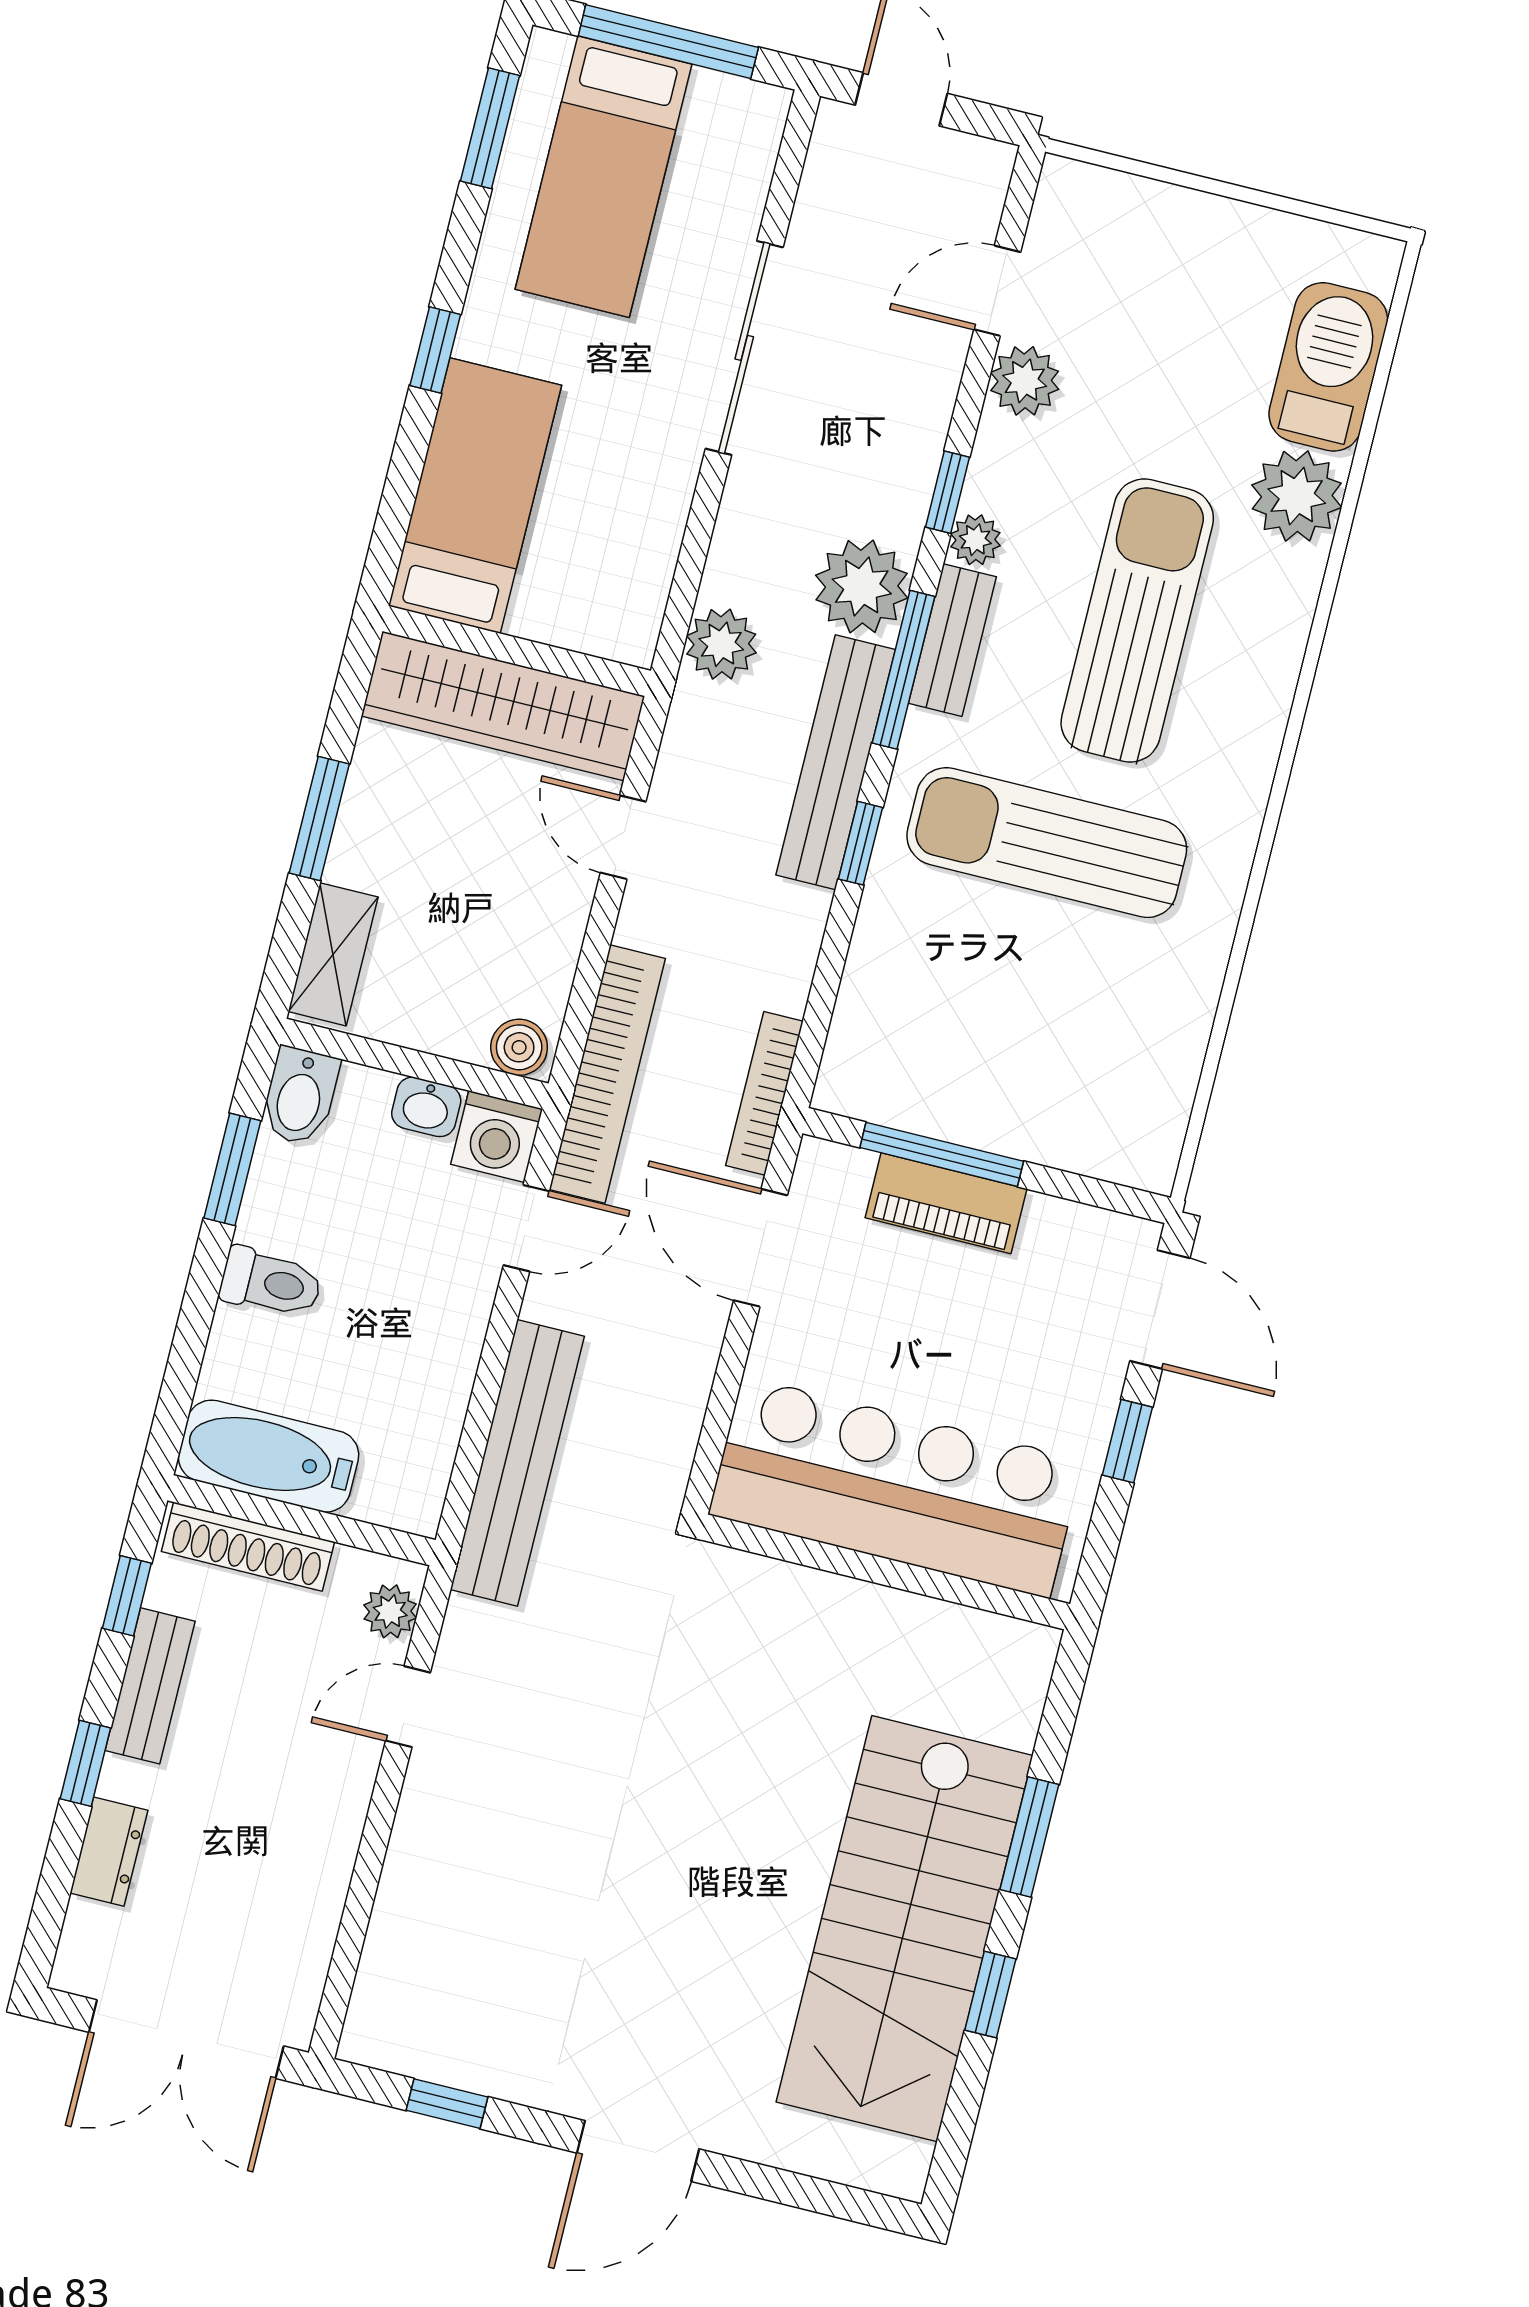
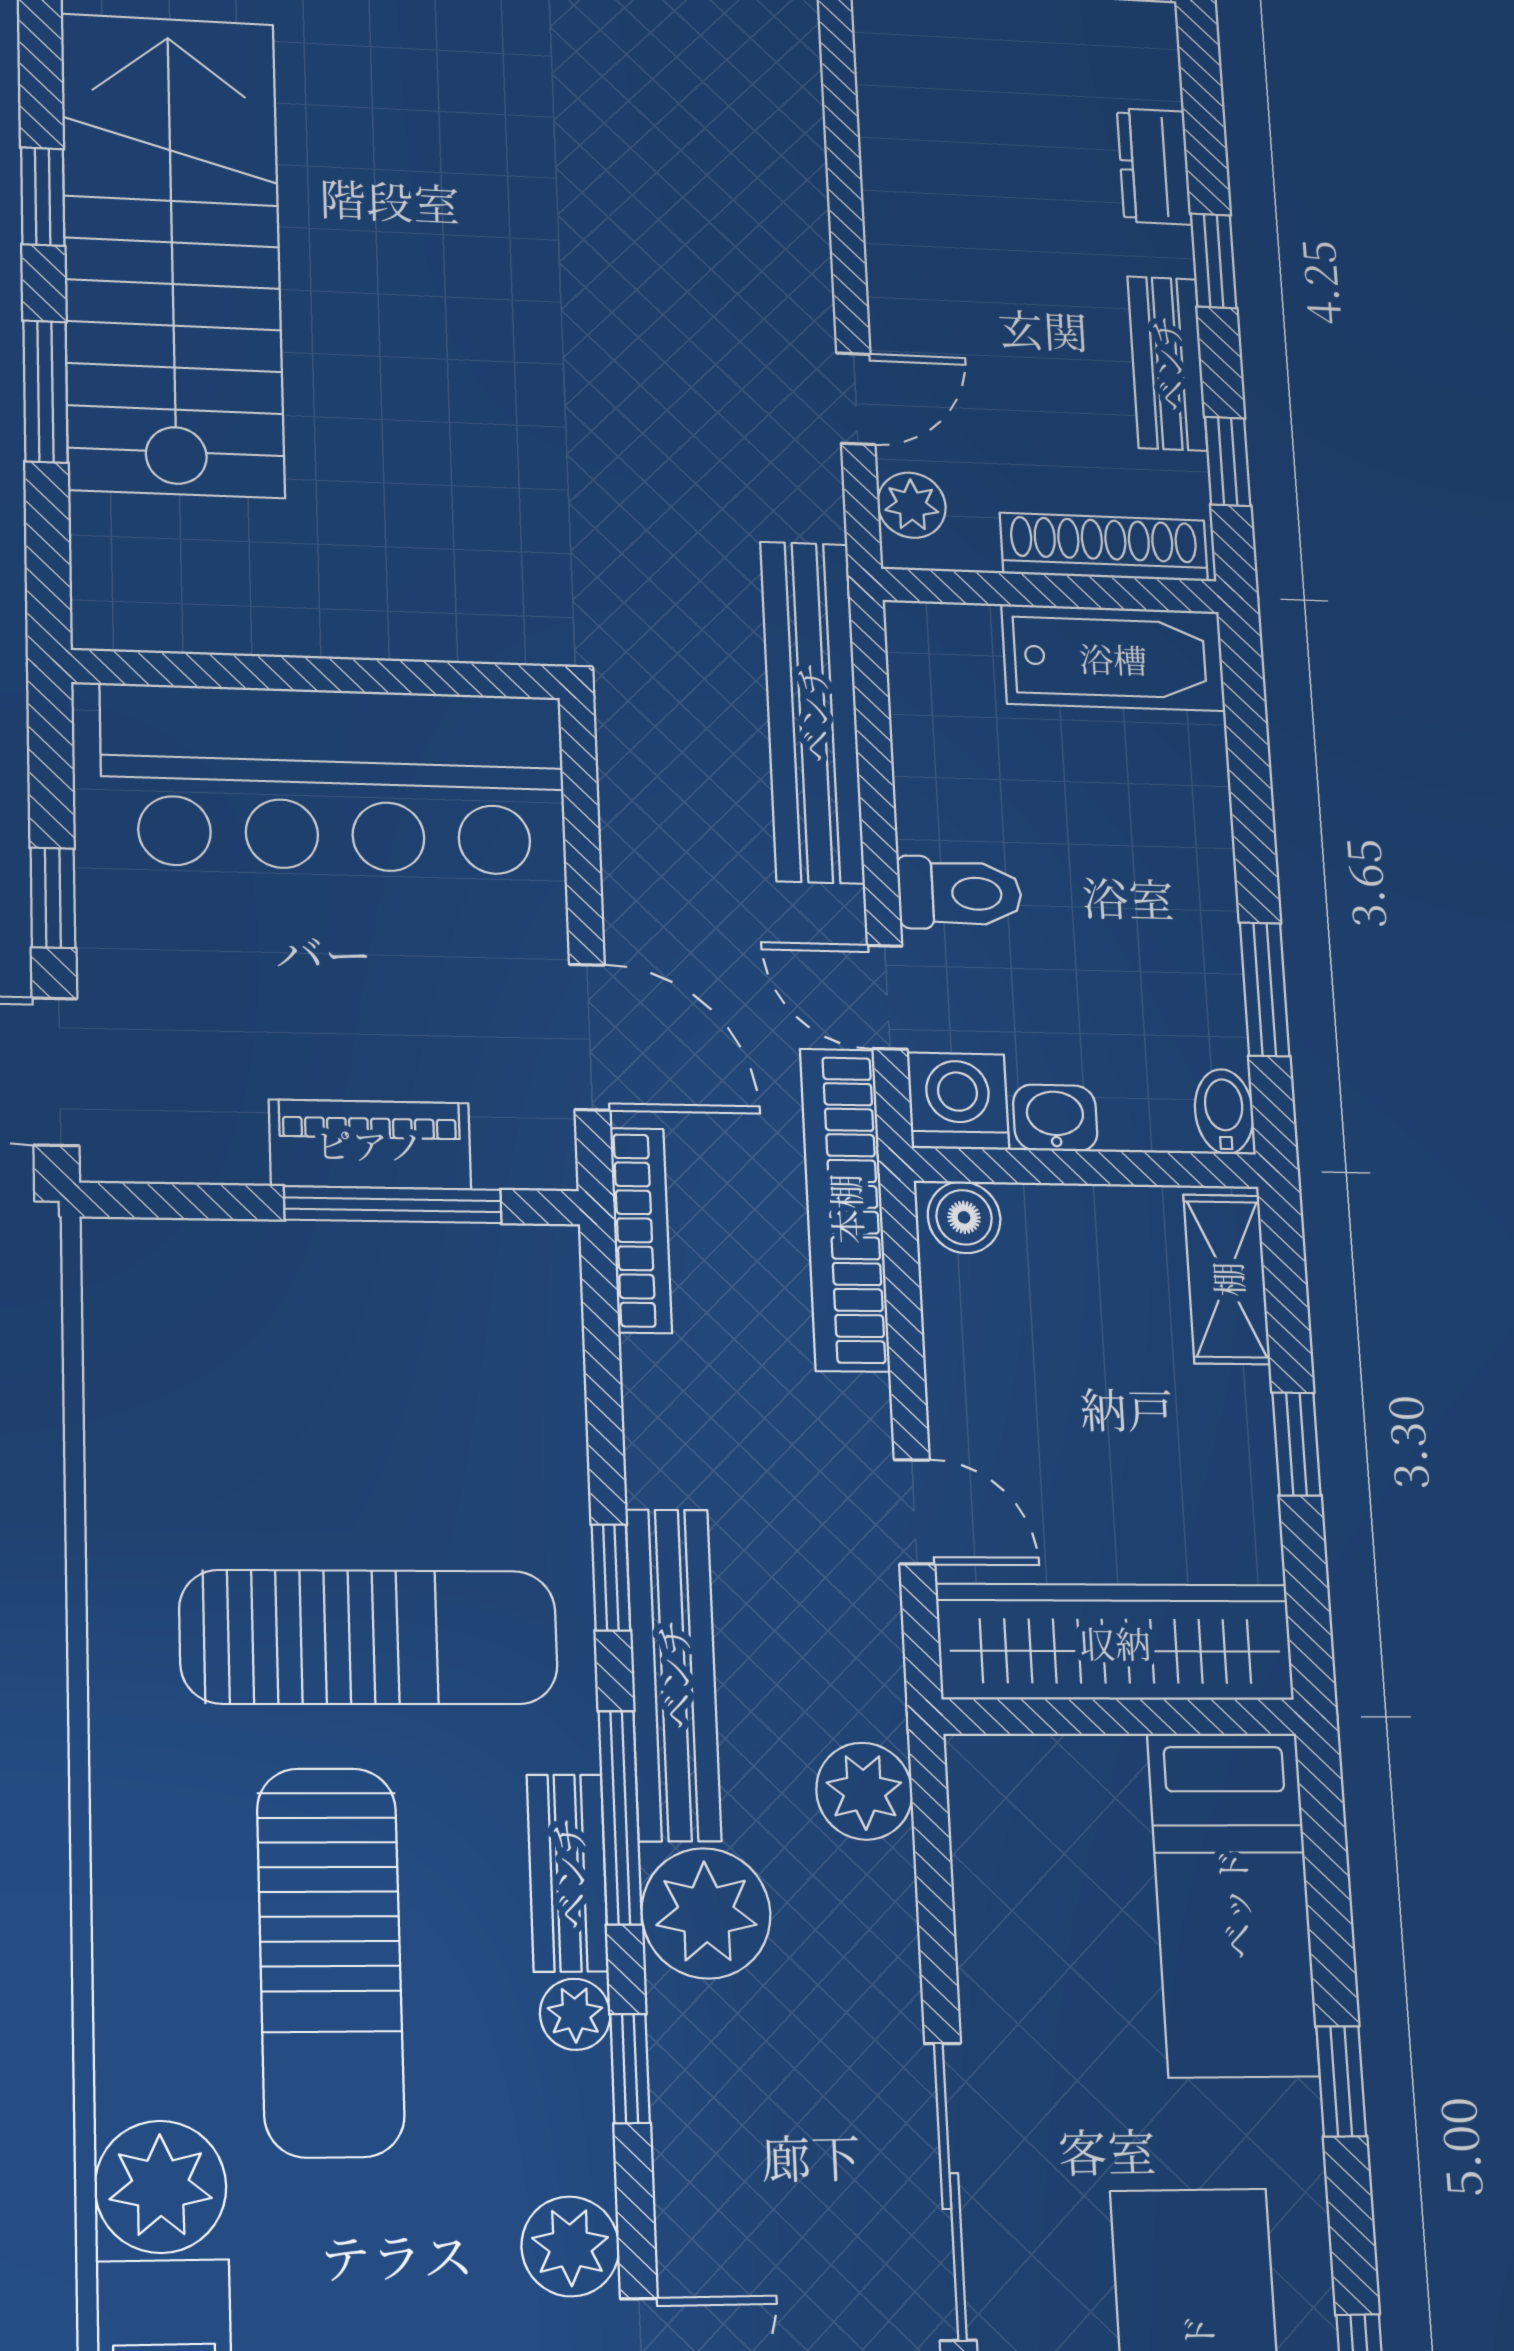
window: (319, 818) -> (1297, 1444), width x0.67
bidet: (300, 1096) -> (1224, 1112), width x0.72, depth x0.74
door: (526, 1228) -> (887, 997), hinge flipped
toilet: (271, 1283) -> (960, 893), moved, turned 180

